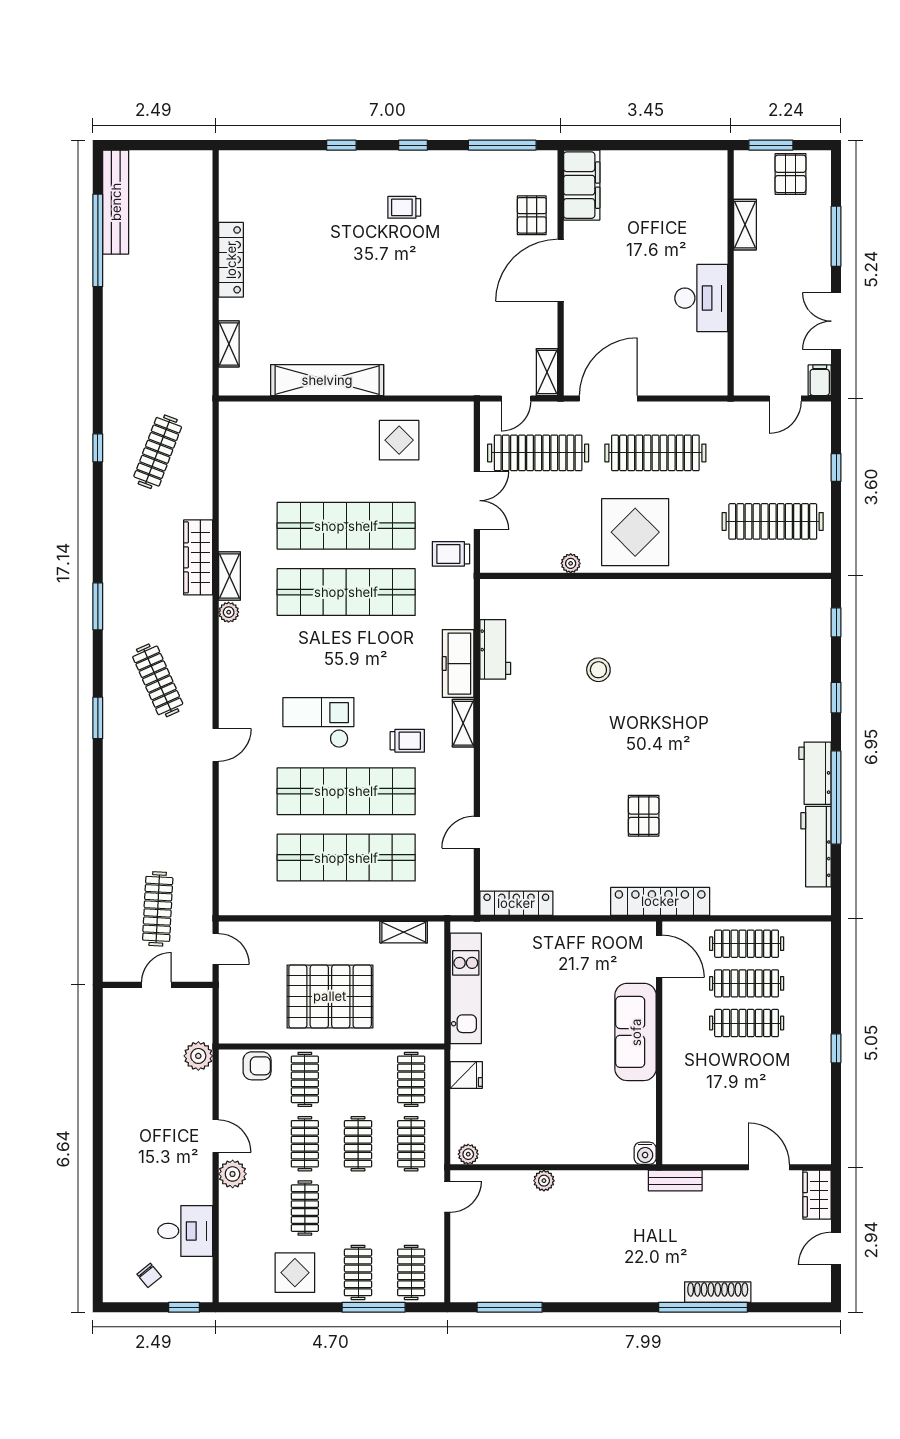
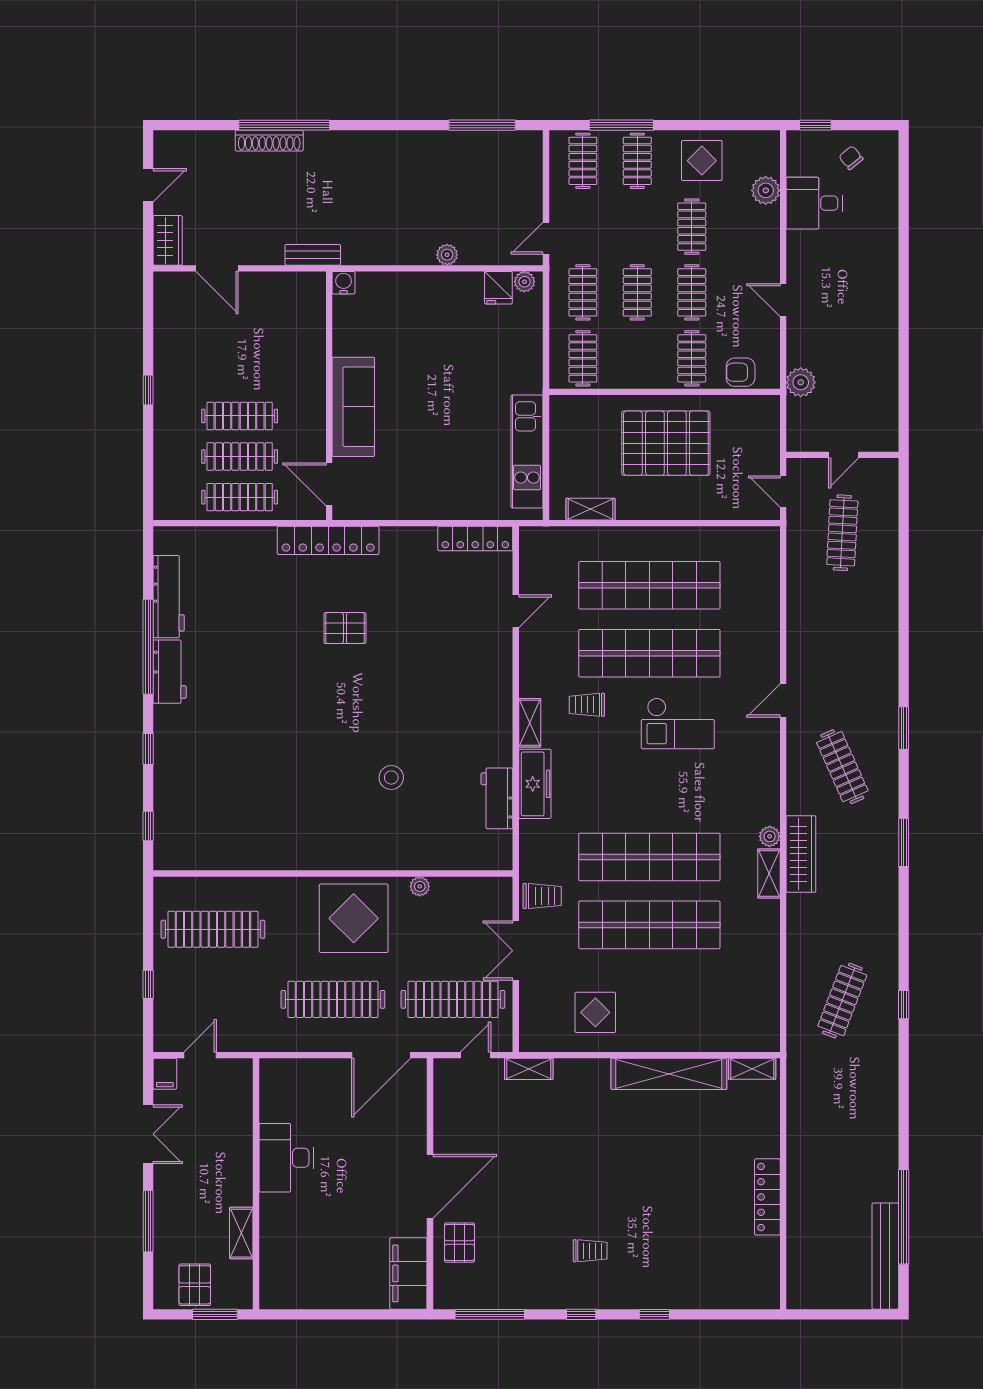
shelving: (229, 344) -> (752, 1069), moved, turned 90
shelving: (547, 372) -> (529, 1069), moved, turned 90
wardrobe: (198, 557) -> (801, 854), moved
pallet: (644, 816) -> (345, 628), turned 90
fridge: (466, 1075) -> (498, 288), moved, turned -90
plant: (233, 1174) -> (766, 190), moved

